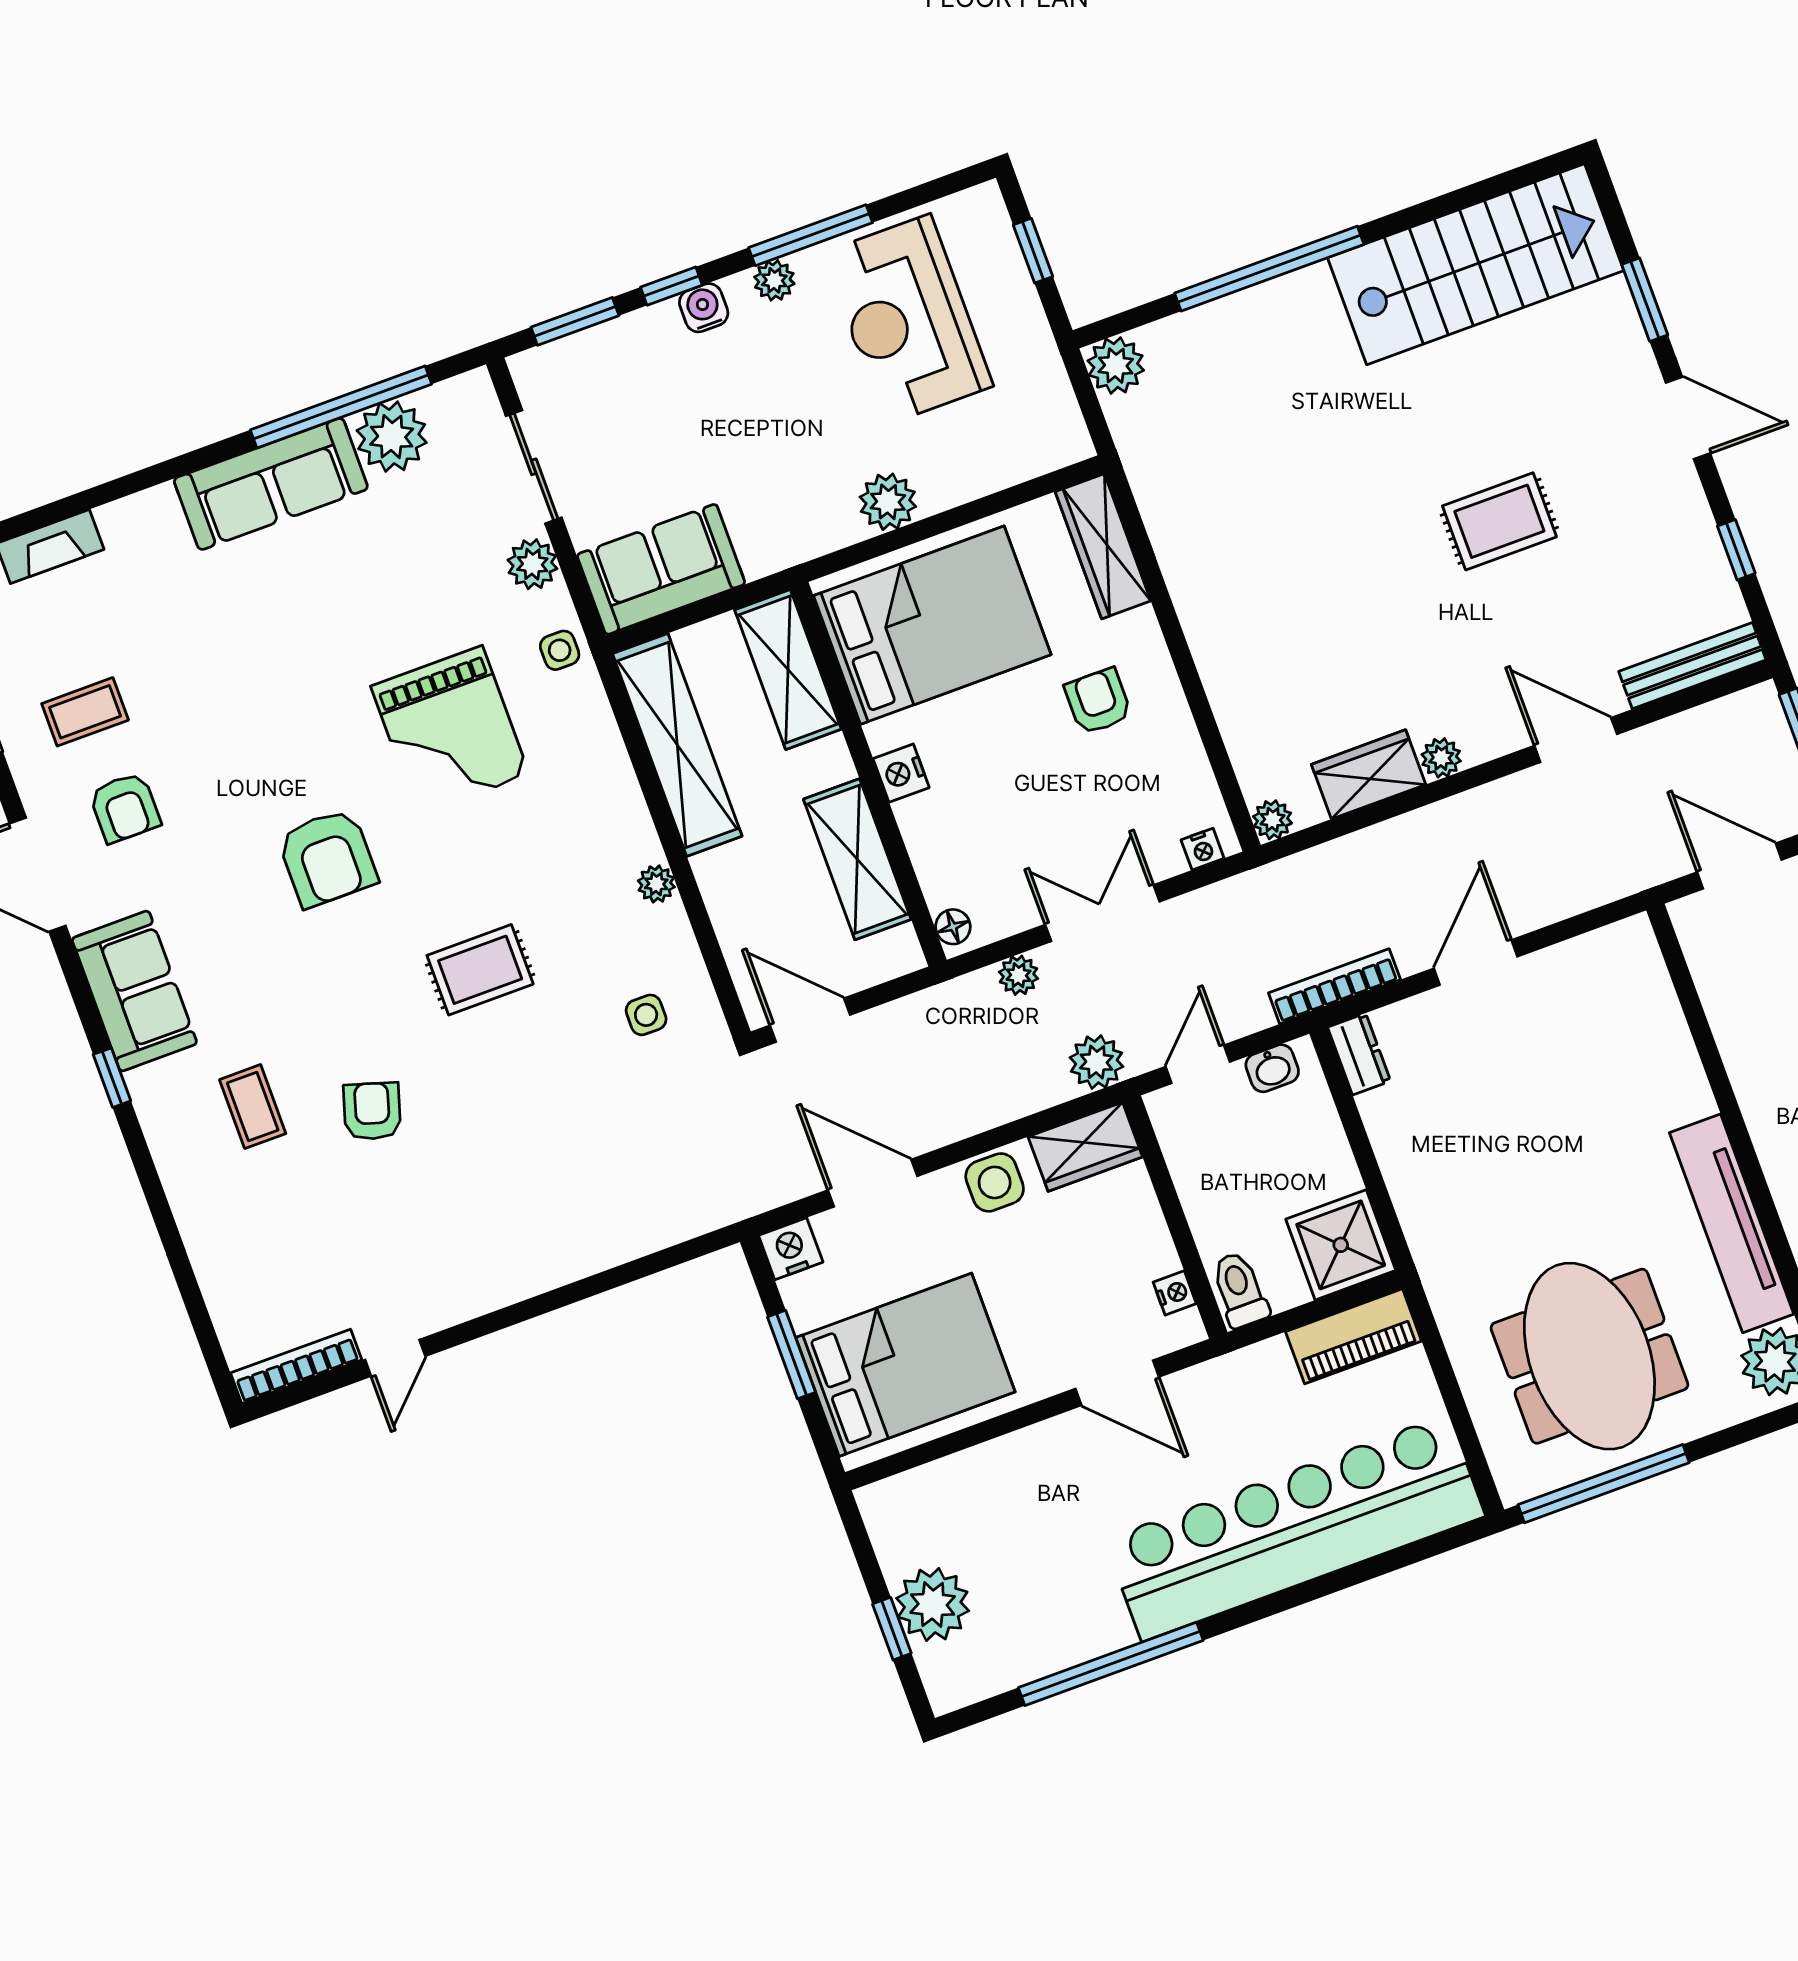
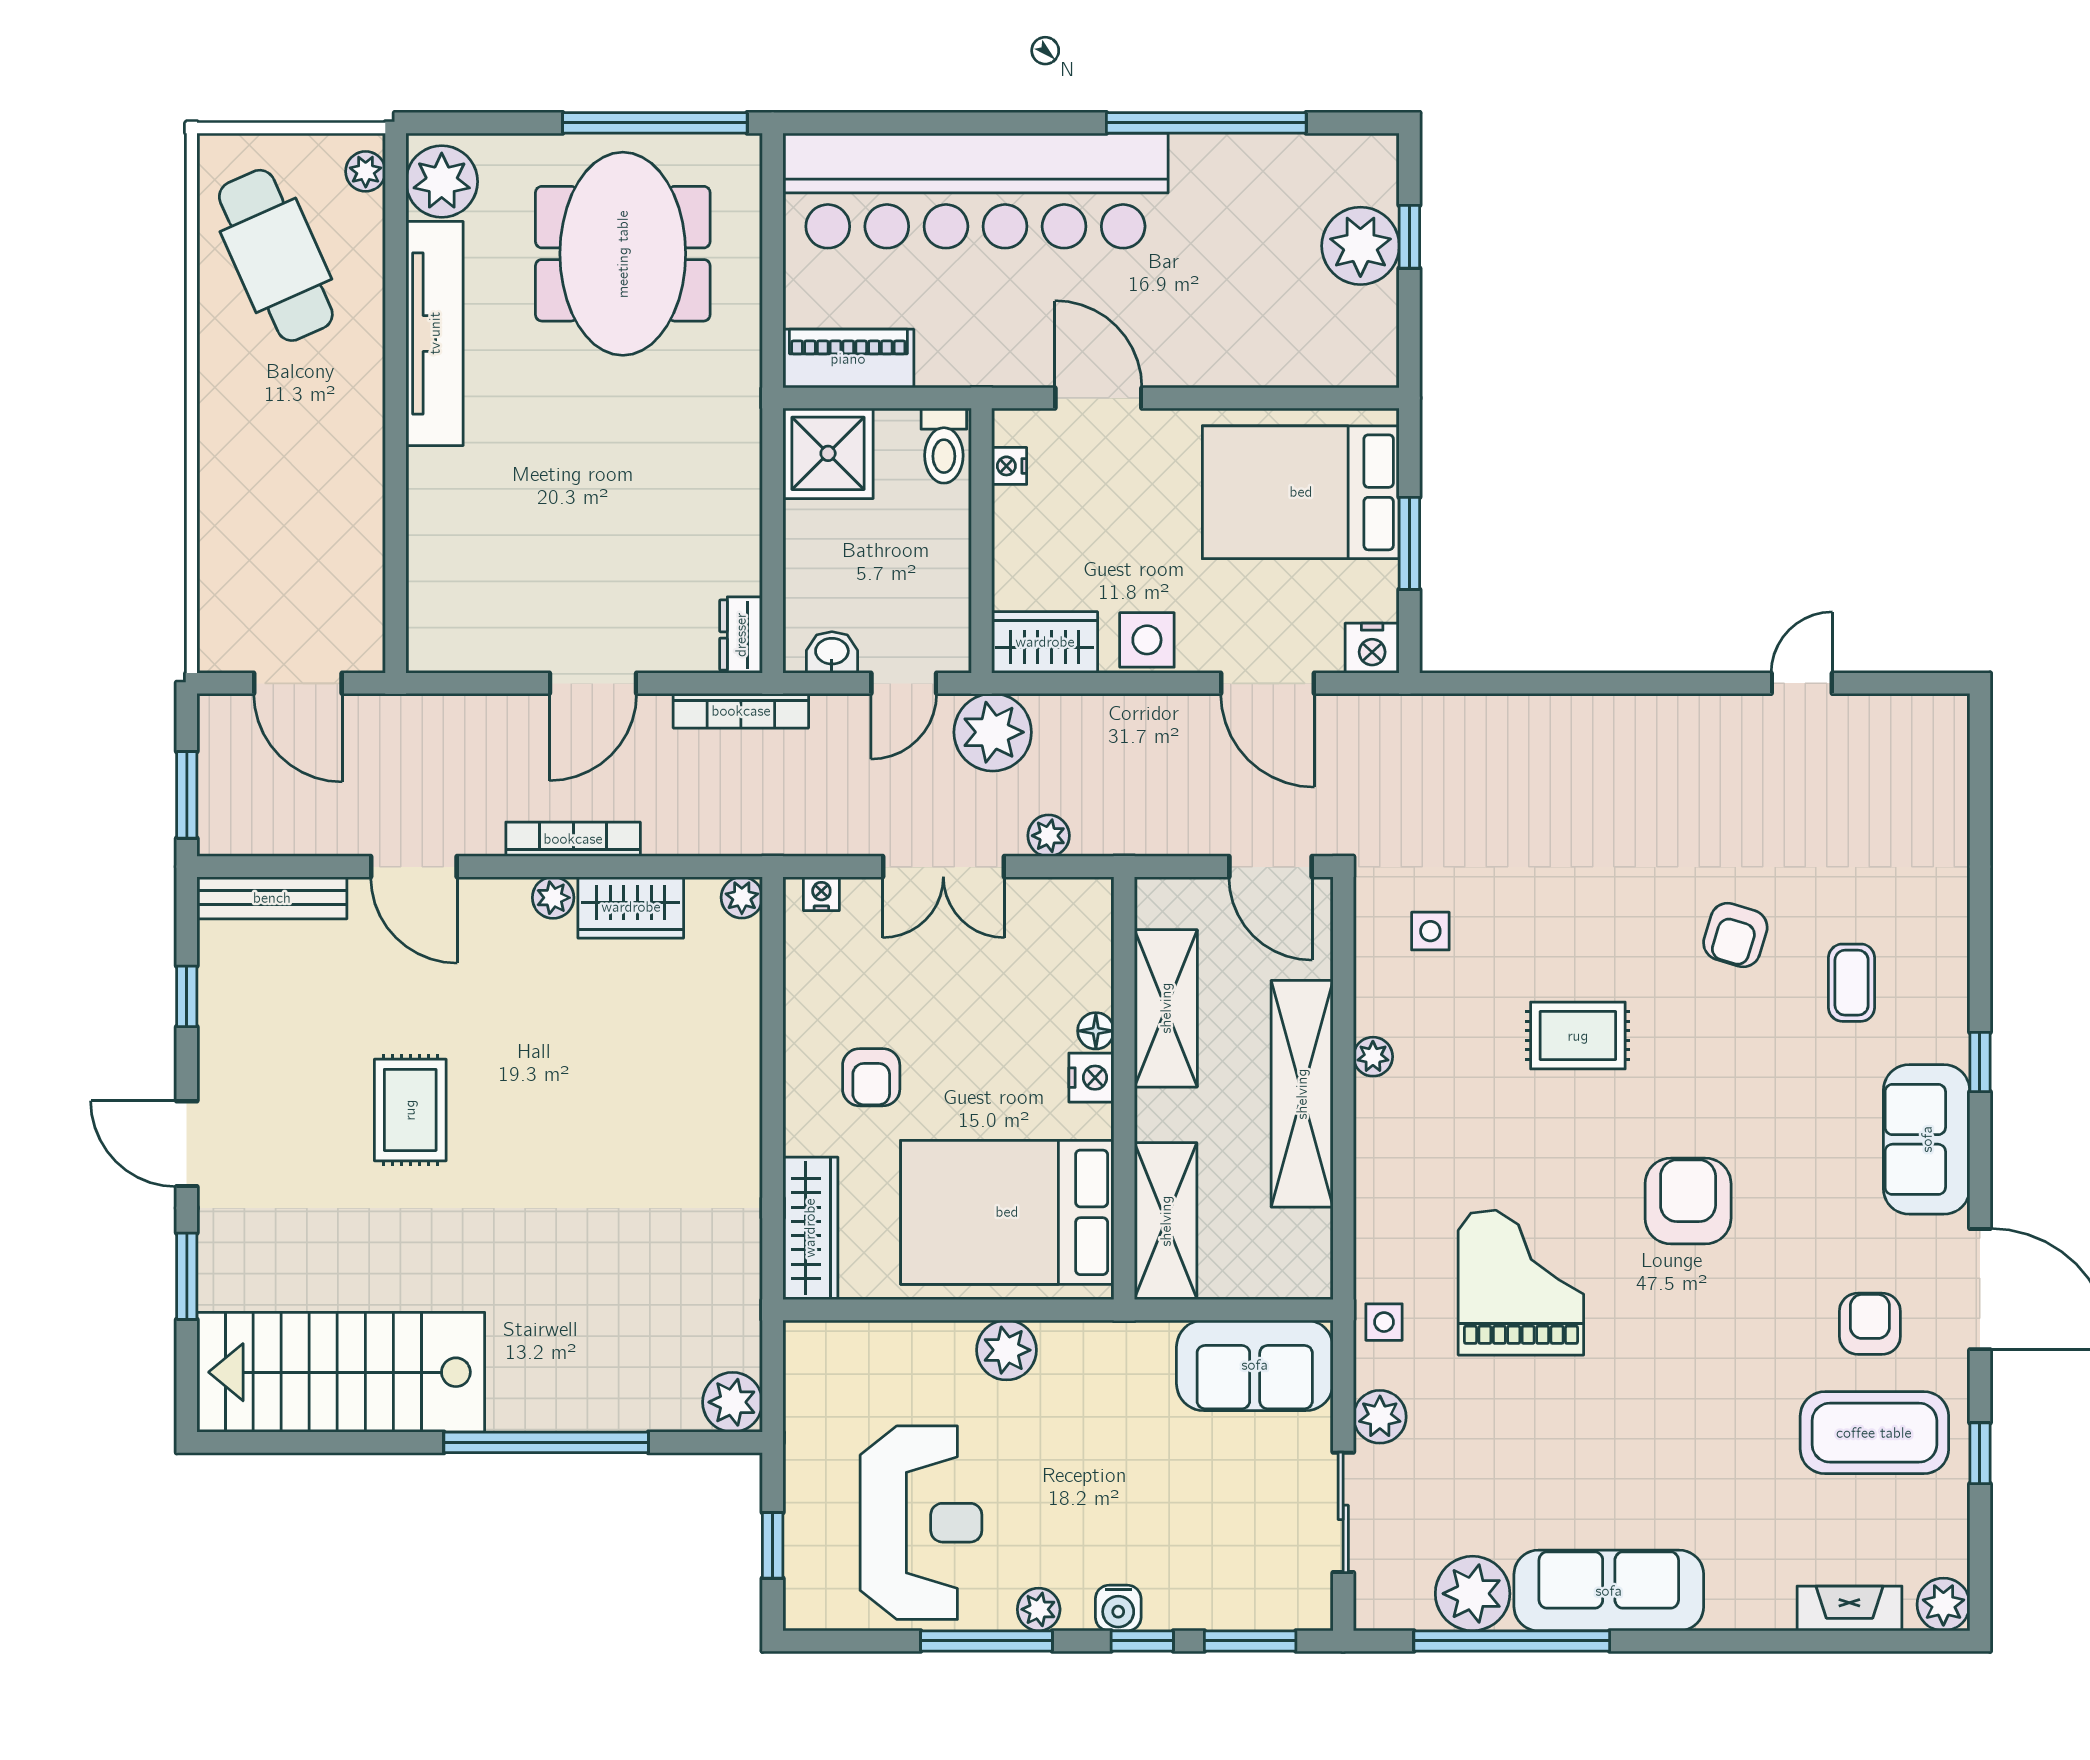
rug: (1499, 521) -> (410, 1110), turned 90
coffee table: (85, 712) -> (1874, 1433), width x1.86, depth x1.72
shelving: (677, 745) -> (1302, 1094), moved
floor lamp: (953, 927) -> (1096, 1031), moved
plant: (1096, 1062) -> (993, 732), width x1.36, depth x1.36
bookcase: (296, 1366) -> (573, 839), moved, turned 180

